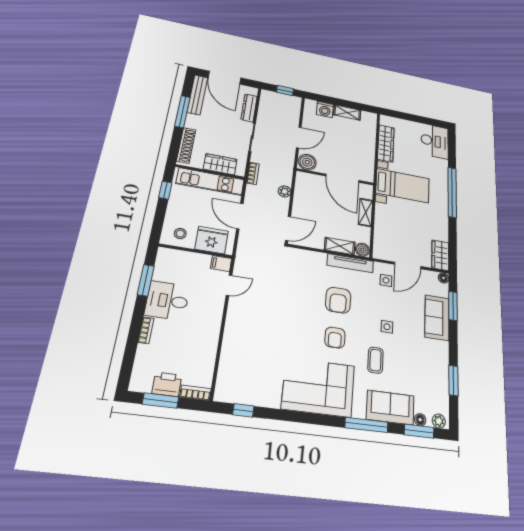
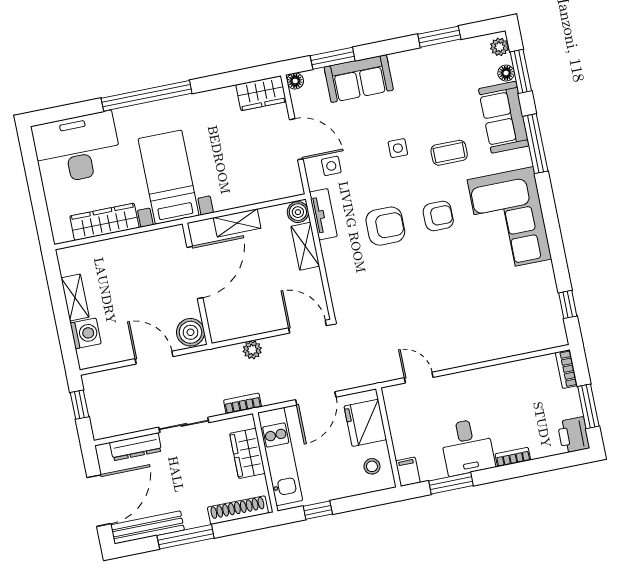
desk: (435, 141) -> (77, 148), width x1.36, depth x1.30
tv unit: (350, 263) -> (323, 214), width x0.71
filing cabinet: (221, 264) -> (408, 472), moved, turned 180
printer: (167, 384) -> (573, 435), moved

